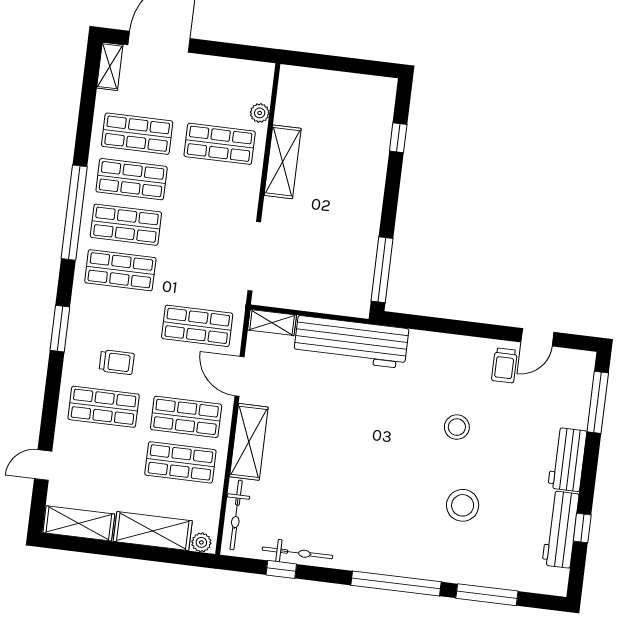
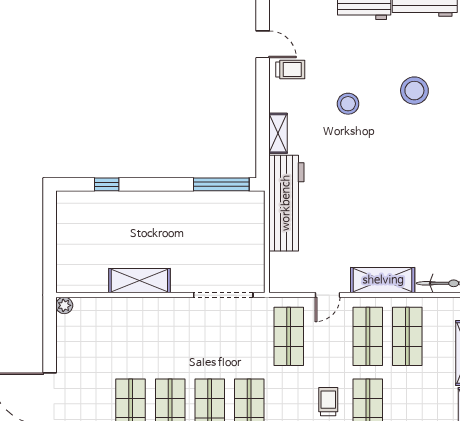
plant: (260, 113) -> (64, 305), moved
shop shelf: (220, 144) -> (131, 336), removed
shelving: (272, 323) -> (278, 133), moved
door: (240, 376) -> (328, 295), width x0.73

